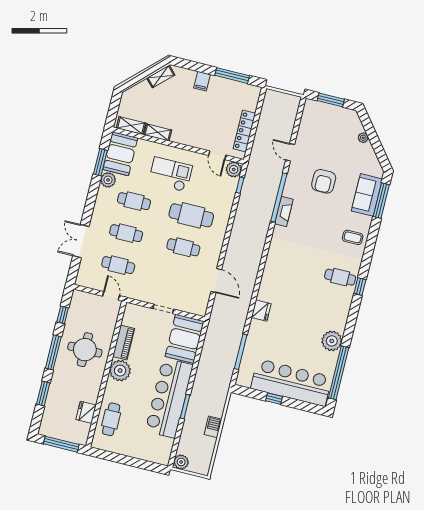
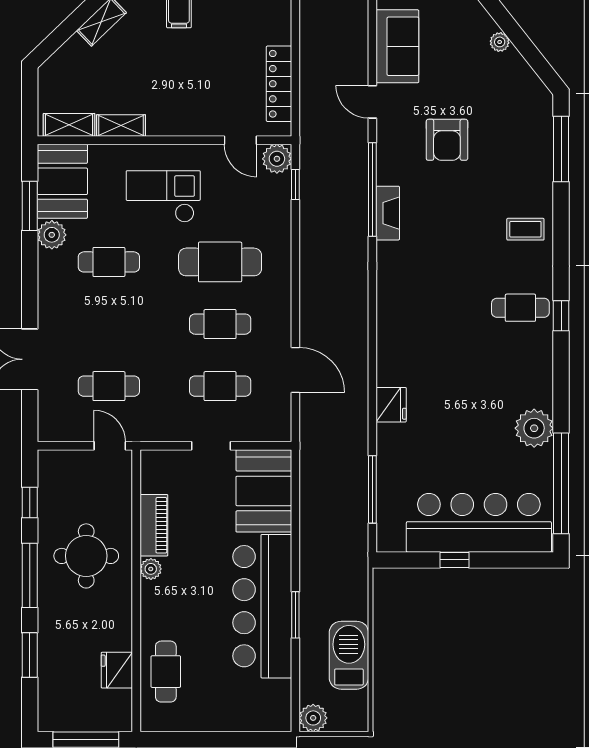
sofa: (367, 195) -> (397, 46), moved, turned 180
cafe table: (126, 233) -> (220, 386), moved
plant: (120, 371) -> (151, 569), width x0.53, depth x0.53
barbecue: (213, 427) -> (349, 655), width x1.88, depth x1.53

